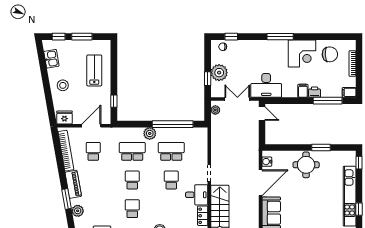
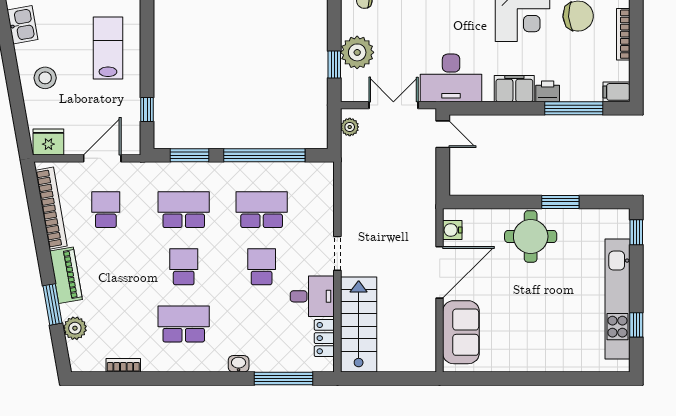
filing cabinet: (303, 91) -> (514, 89), width x2.00
window: (135, 124) -> (190, 155), added
plant: (150, 133) -> (219, 174), removed
school desk: (132, 209) -> (184, 324), width x1.85

